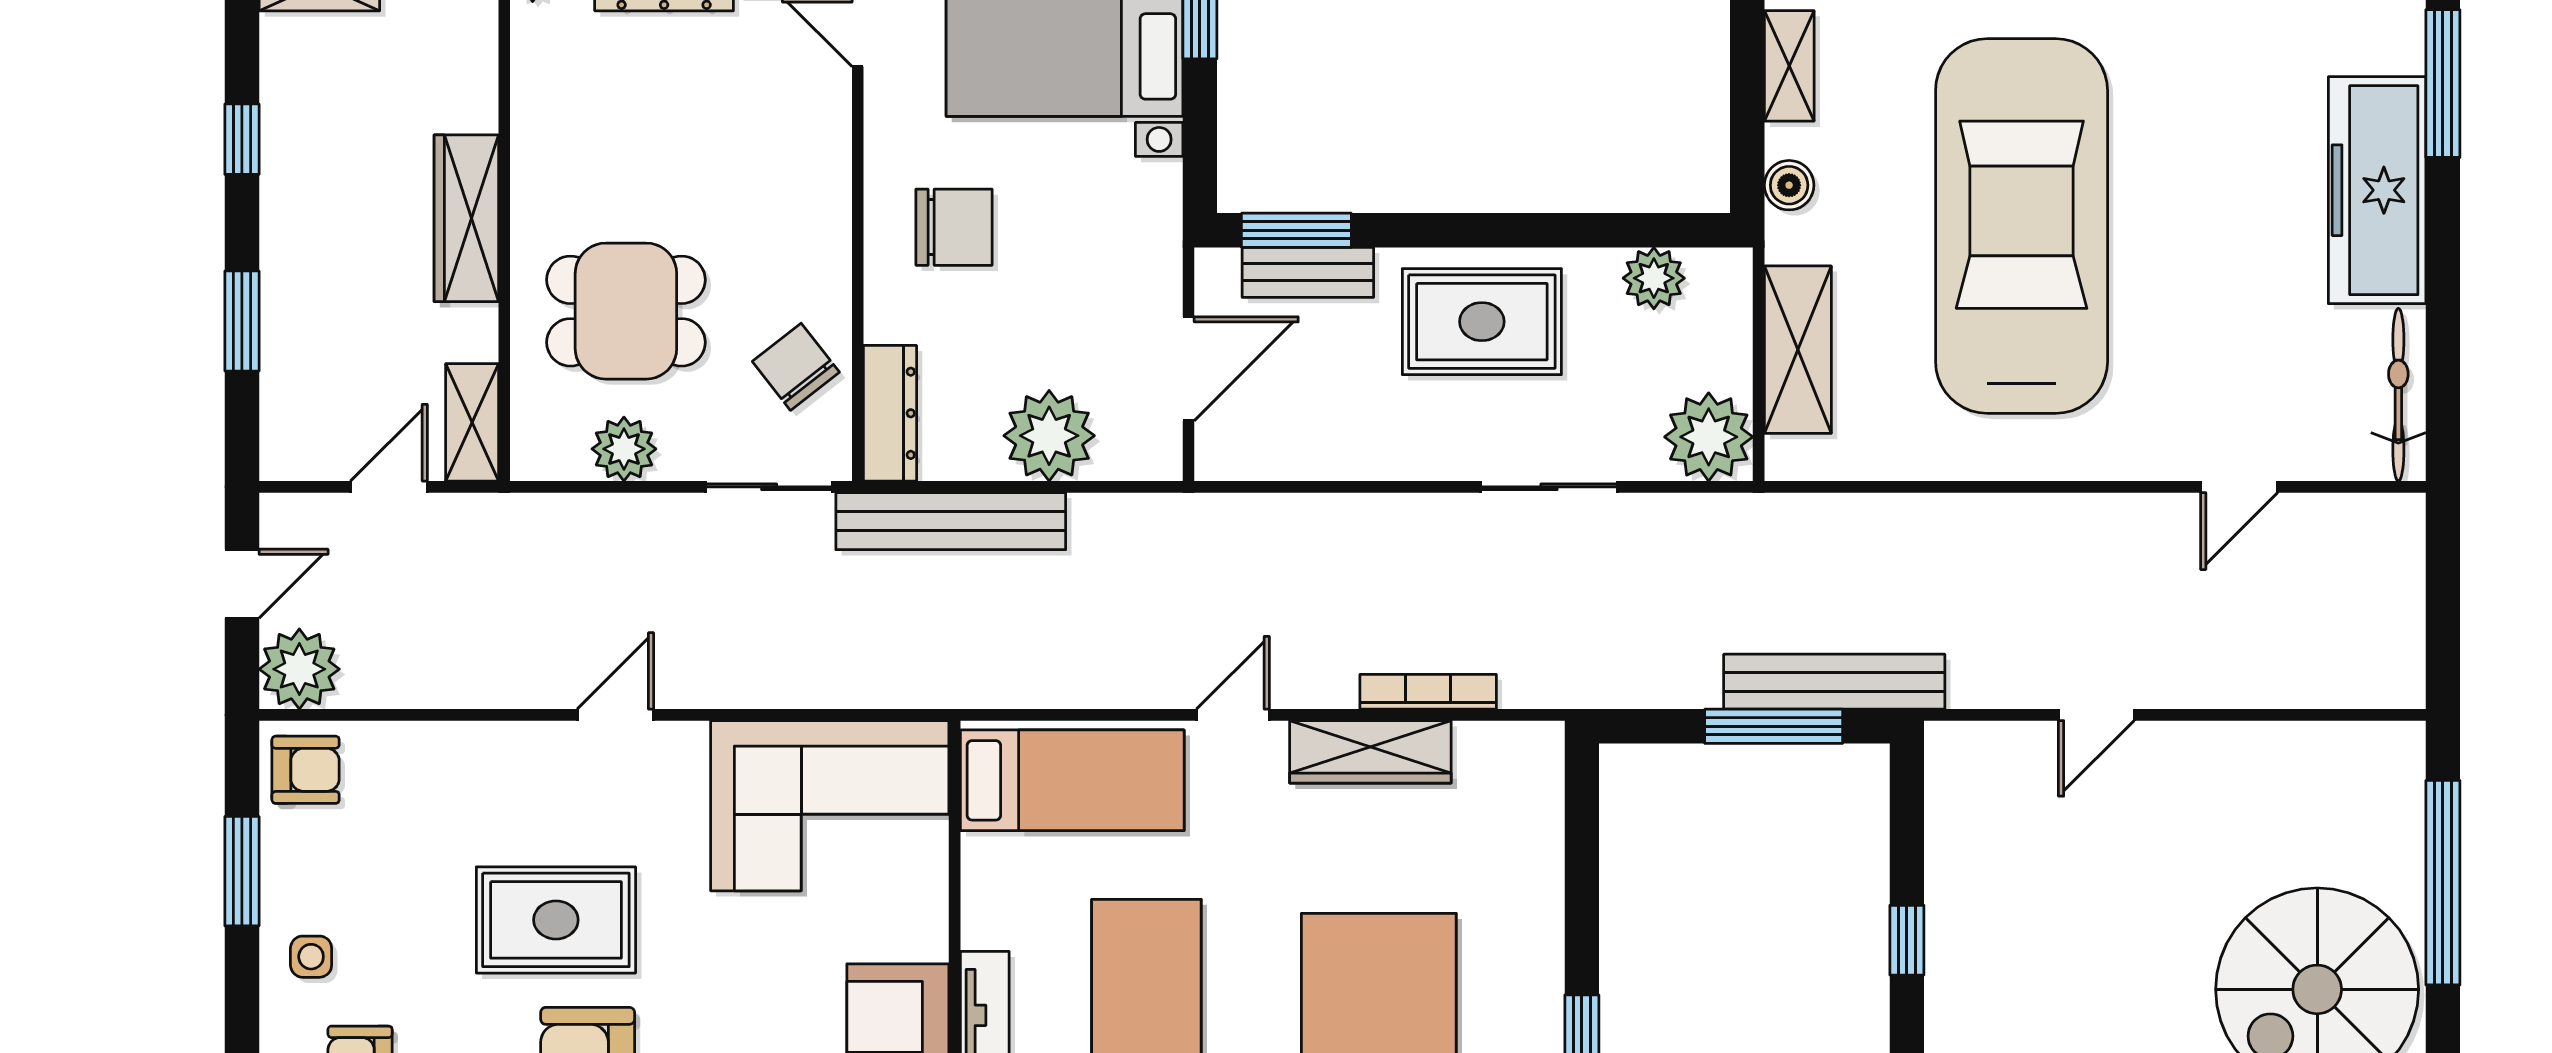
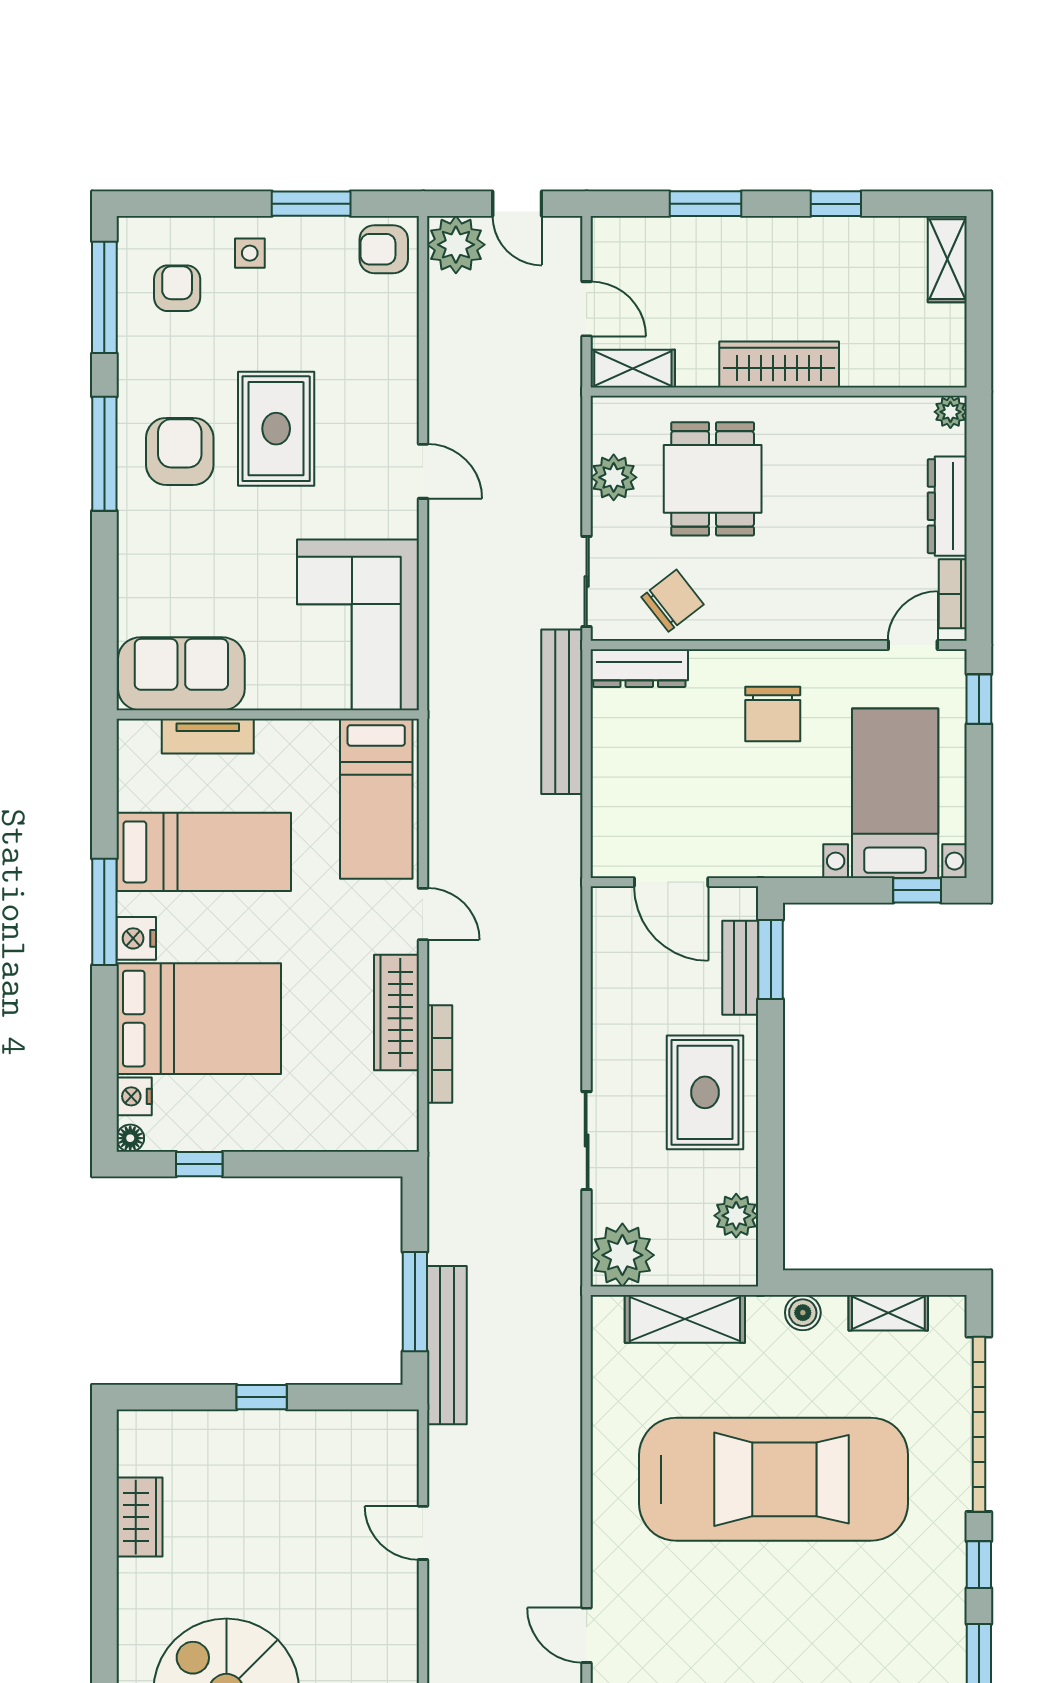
plant: (1049, 436) -> (623, 782), removed
armchair: (306, 770) -> (384, 249), turned 90

